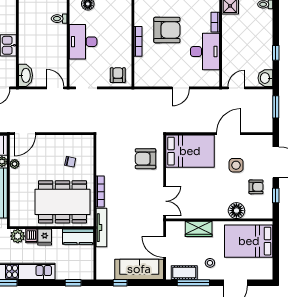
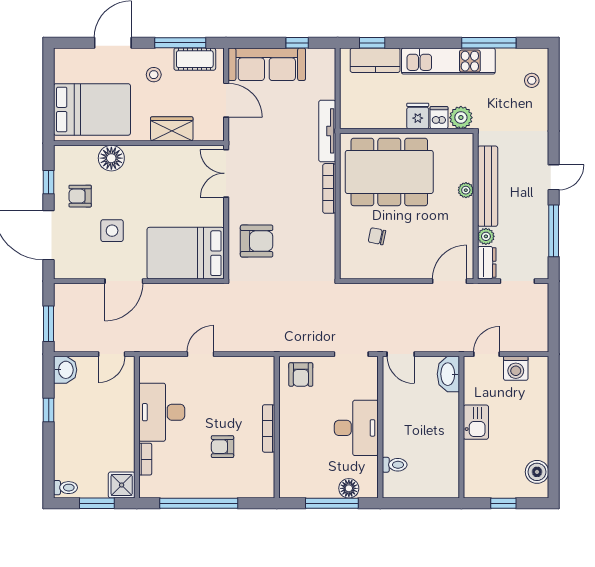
armchair: (167, 30) -> (223, 447), width x0.53, depth x0.53
plant: (15, 164) -> (466, 190), moved
kitchen counter: (78, 237) -> (375, 60), moved, turned 180

